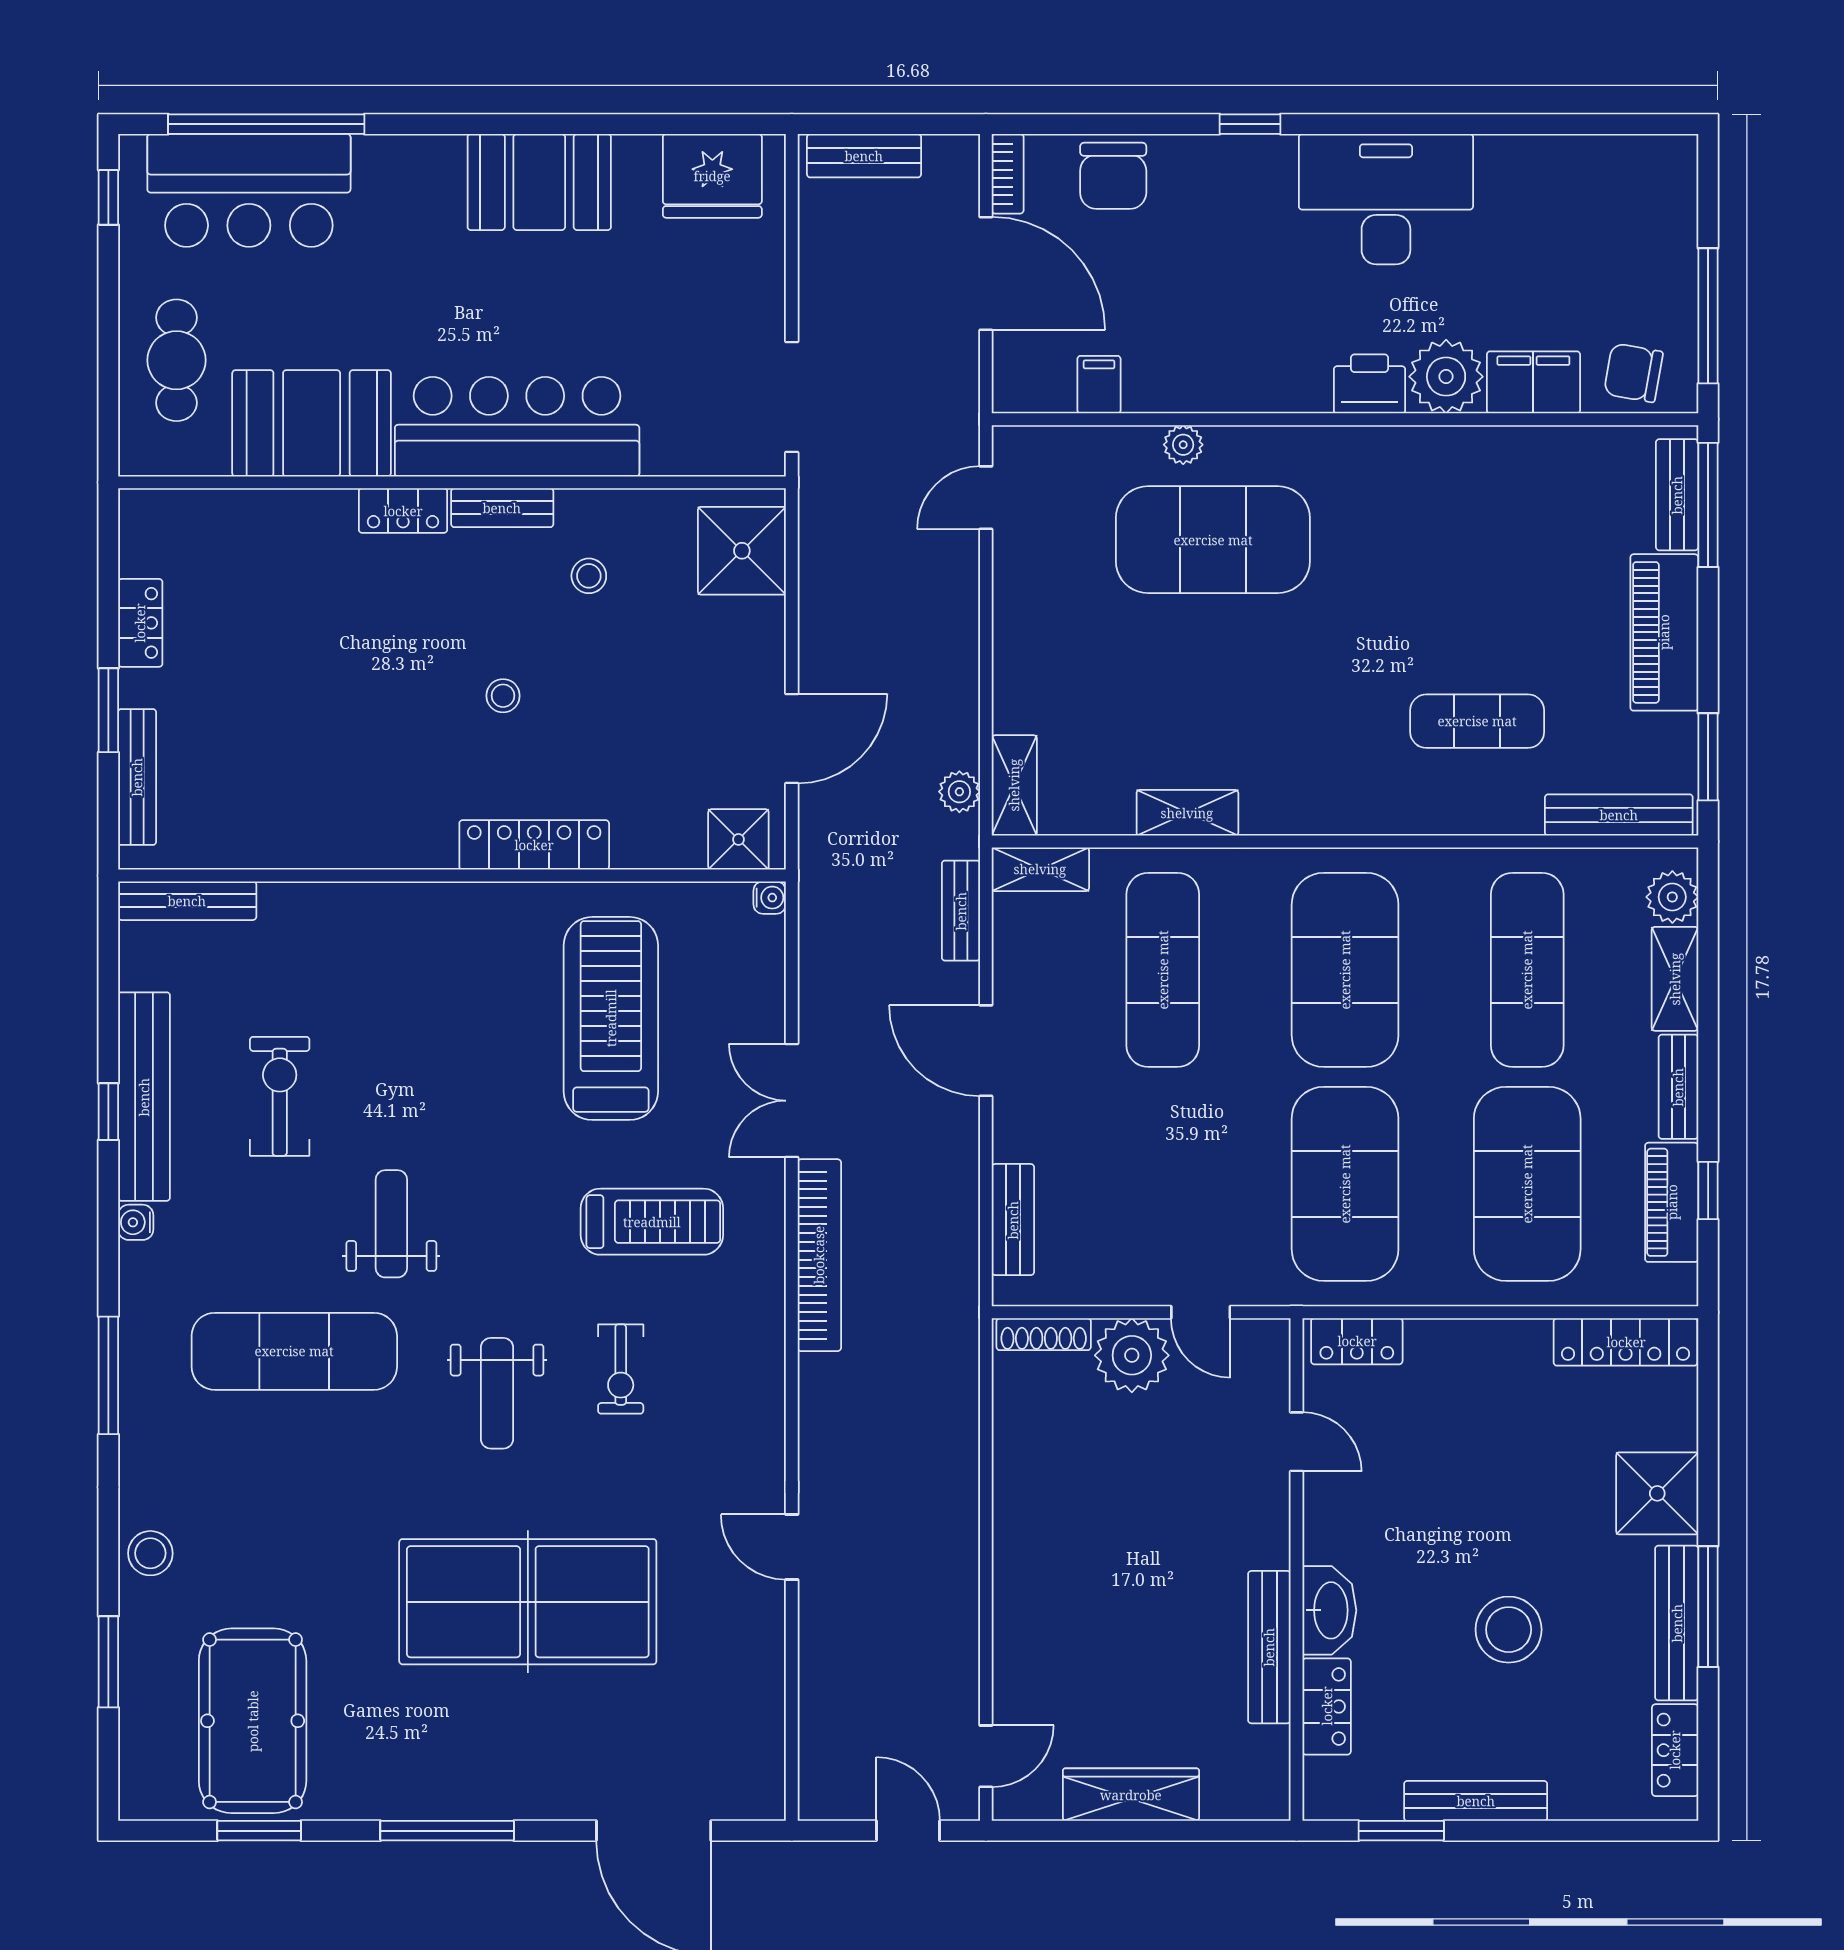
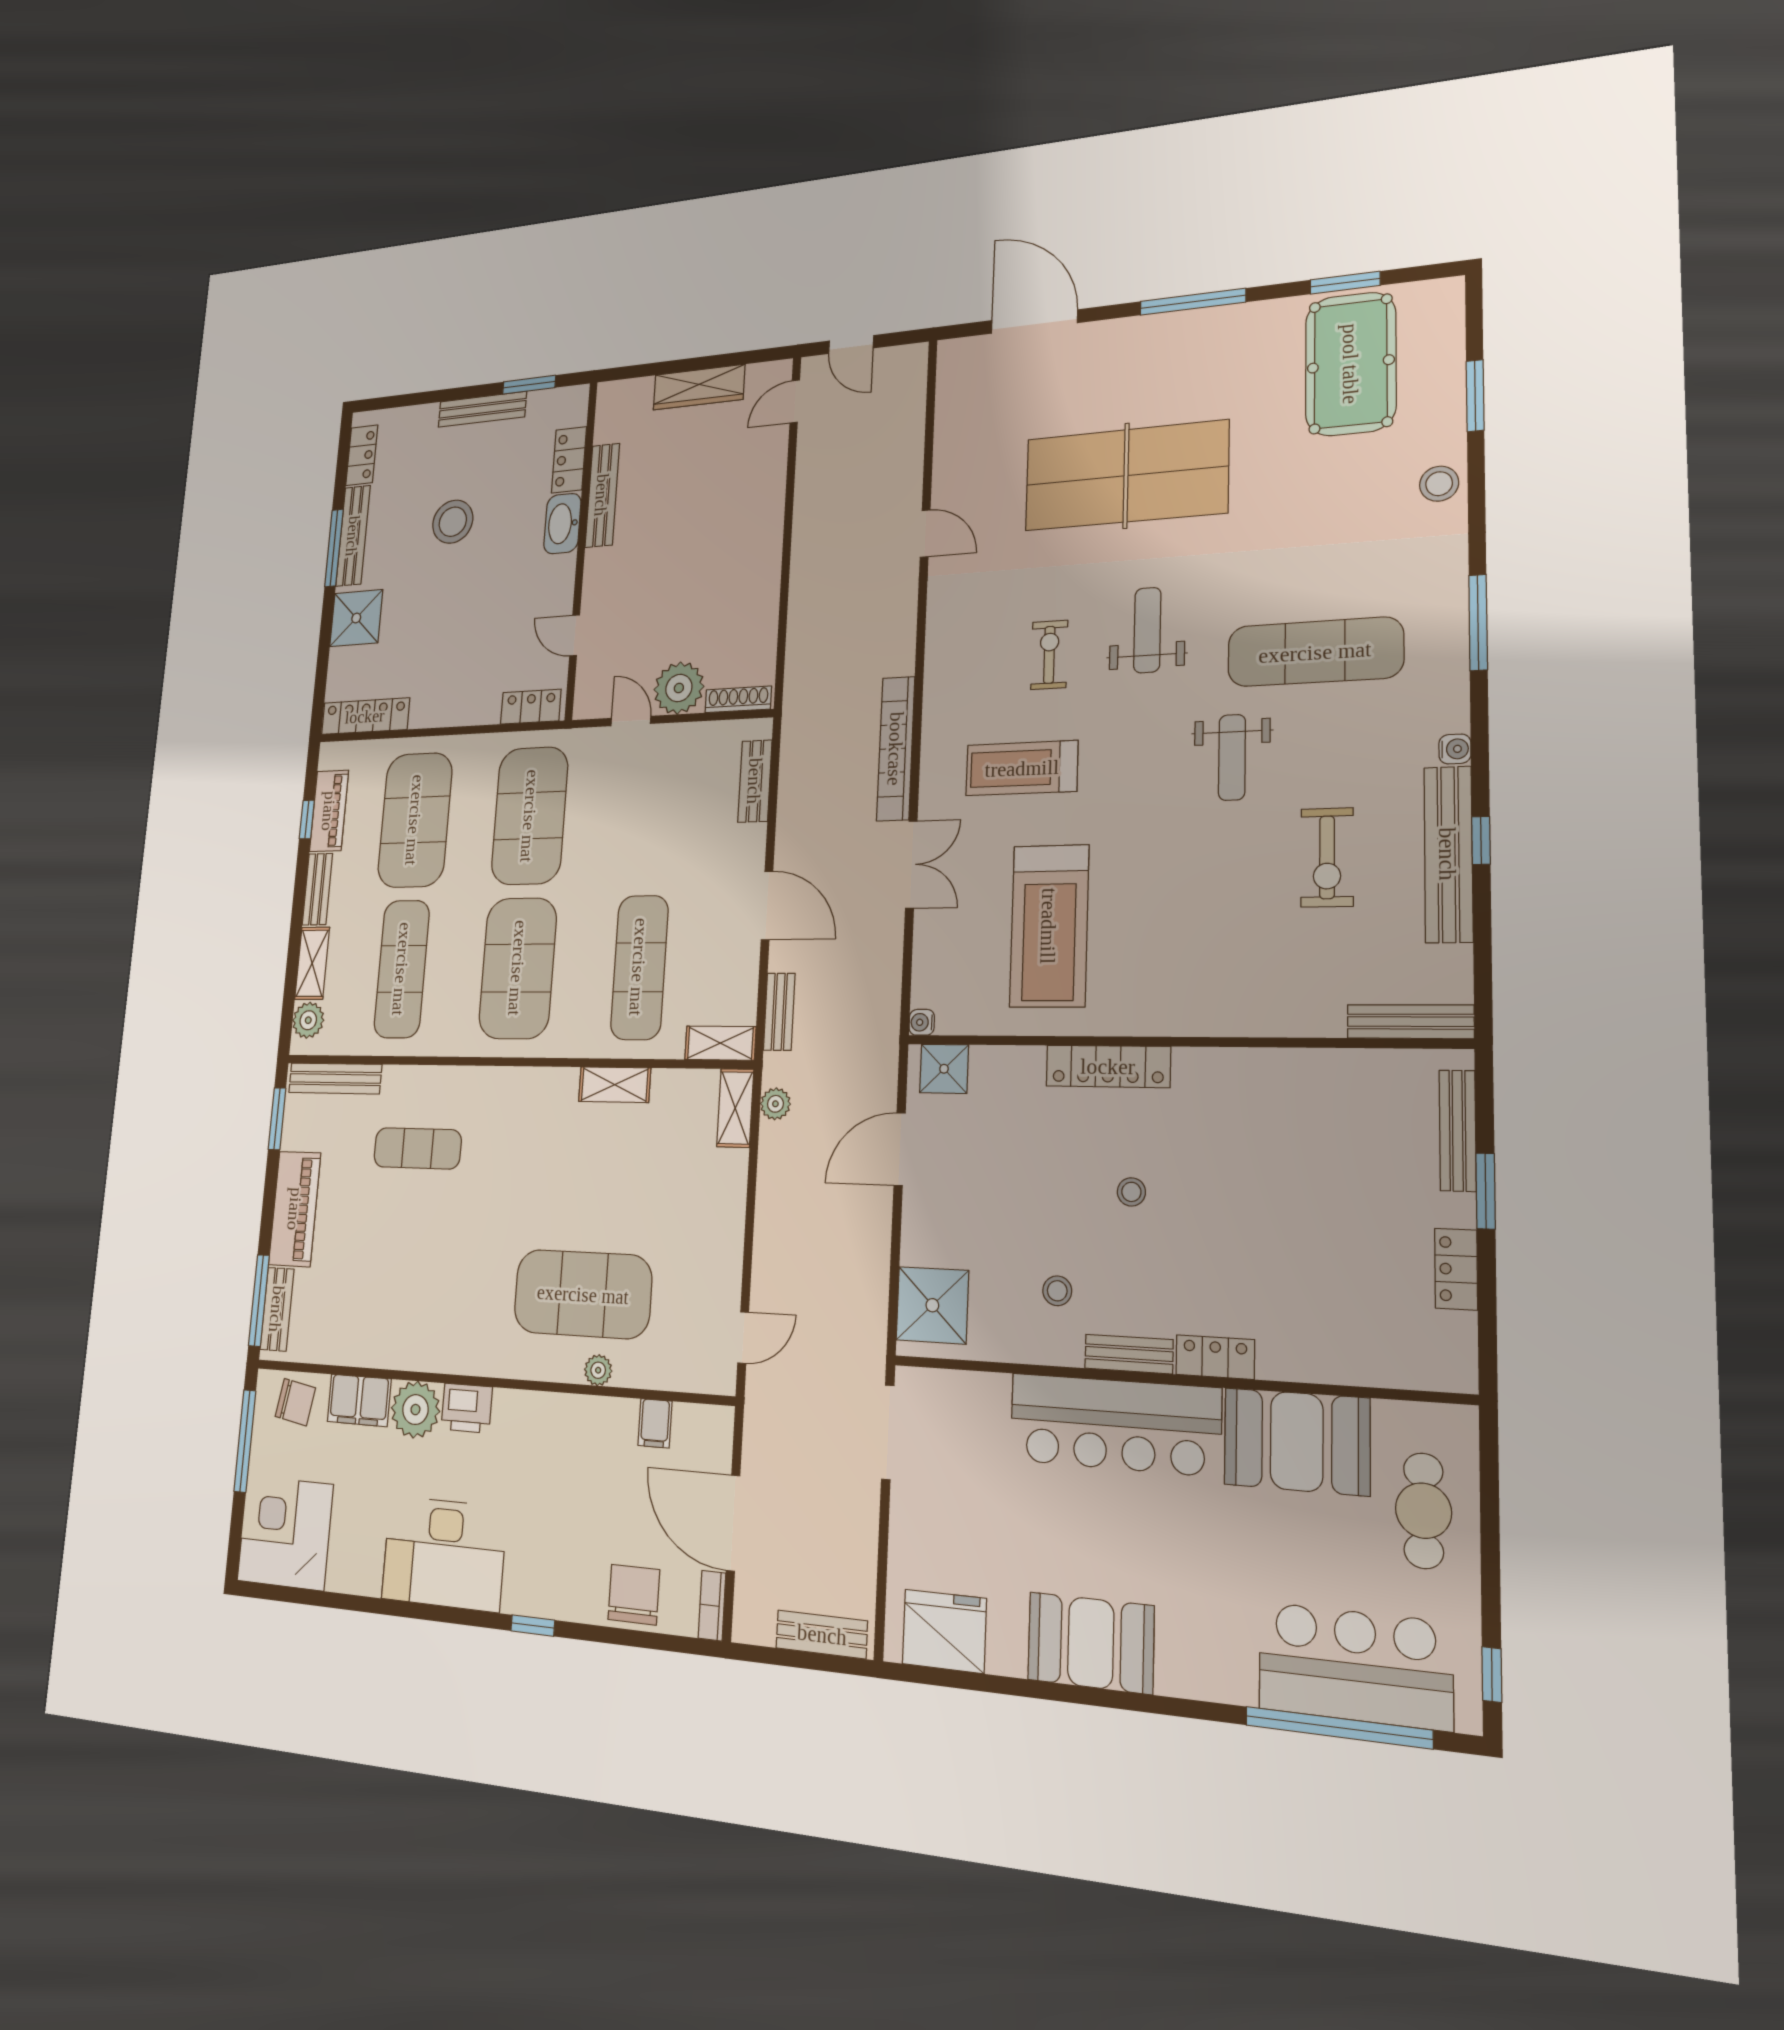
corner desk: (1630, 202) -> (285, 1533), added

